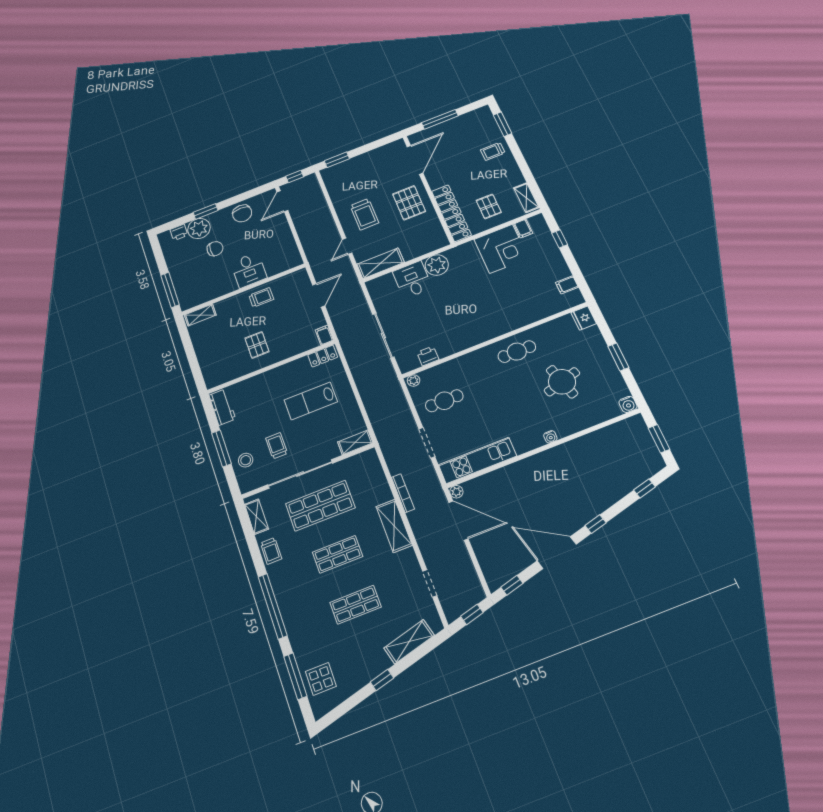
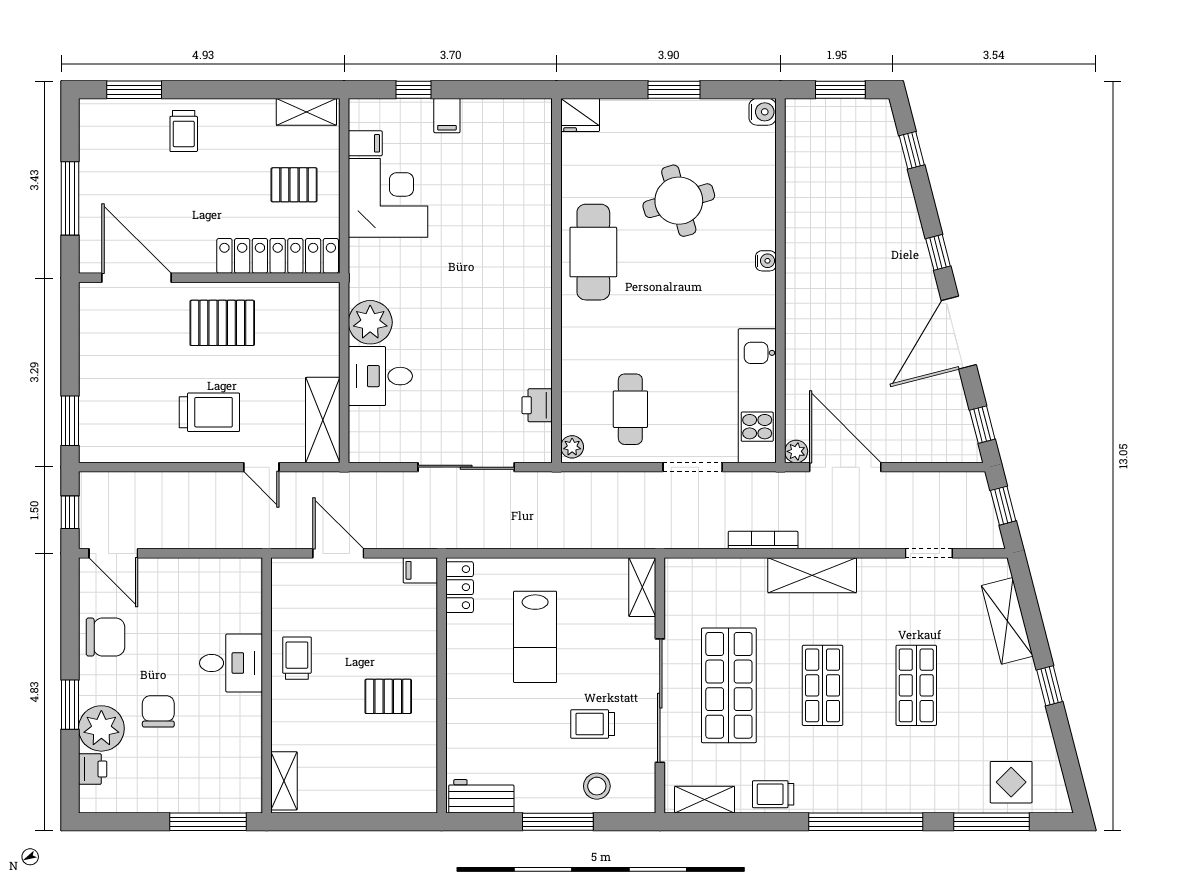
filing cabinet: (567, 285) -> (447, 116), moved
cafe table: (517, 352) -> (593, 252), width x1.37, depth x1.35
door: (458, 521) -> (845, 467), hinge flipped
trolley: (271, 551) -> (773, 794), turned 180

